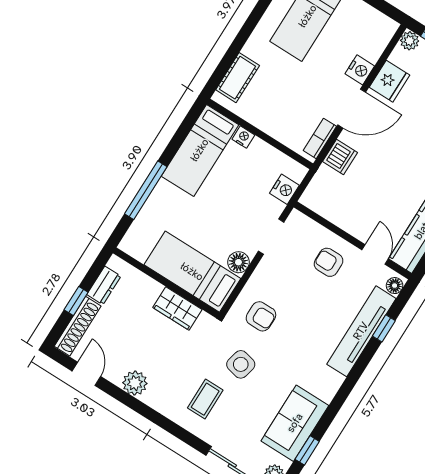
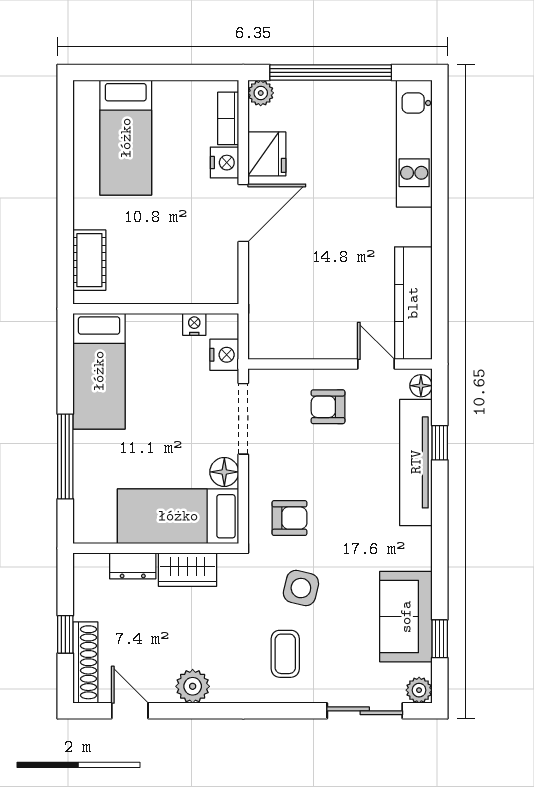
nightstand: (243, 137) -> (194, 324), moved
bookcase: (320, 138) -> (228, 118), moved
dishwasher: (340, 157) -> (265, 277), removed
doorway: (271, 237) -> (243, 419), width x1.38
dresser: (104, 285) -> (133, 566), moved, turned 90

